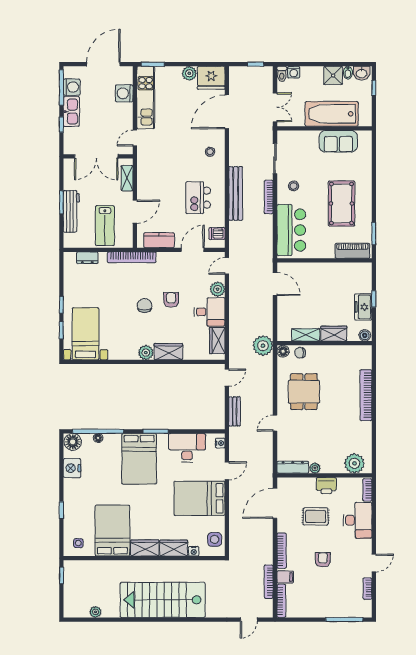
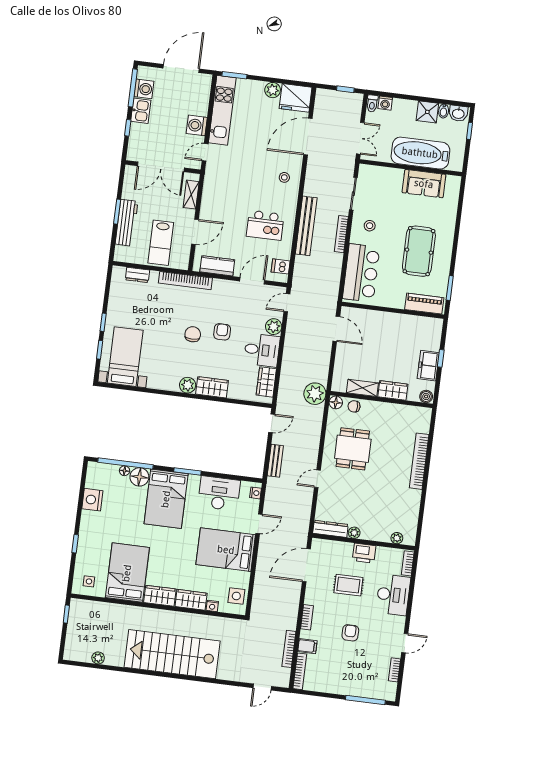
washing machine: (124, 93) -> (197, 125), moved
kitchen sink: (71, 112) -> (141, 111), width x0.73
kitchen island: (198, 198) -> (265, 225), turned -90
floor lamp: (73, 442) -> (139, 477), moved
plant: (354, 463) -> (397, 538), width x0.53, depth x0.53
bookcase: (282, 551) -> (307, 617), width x0.64

